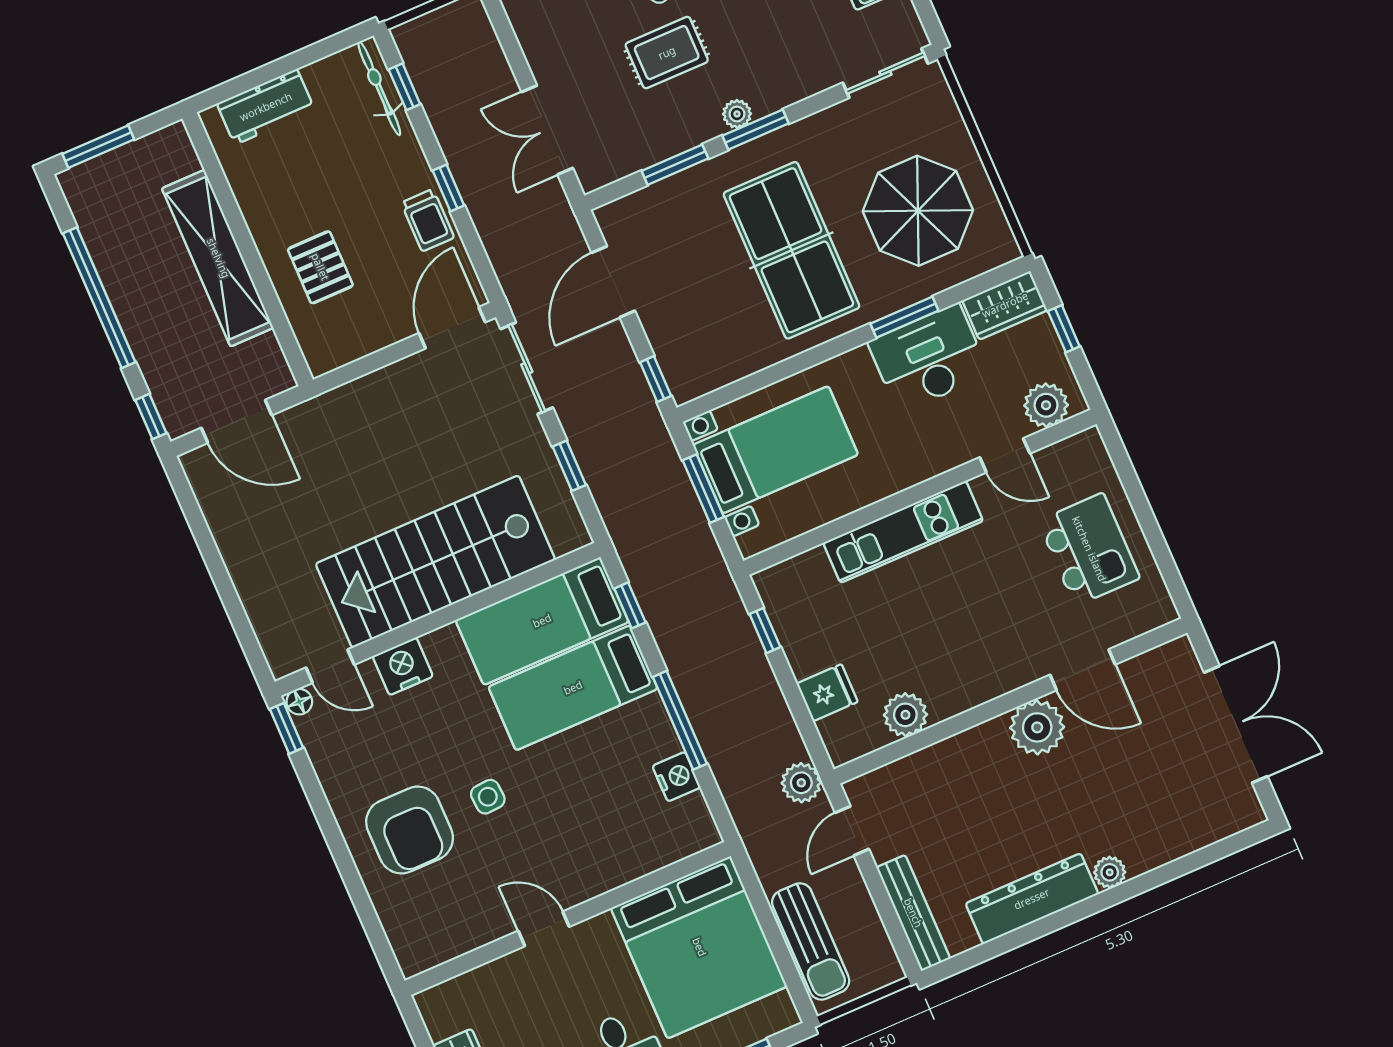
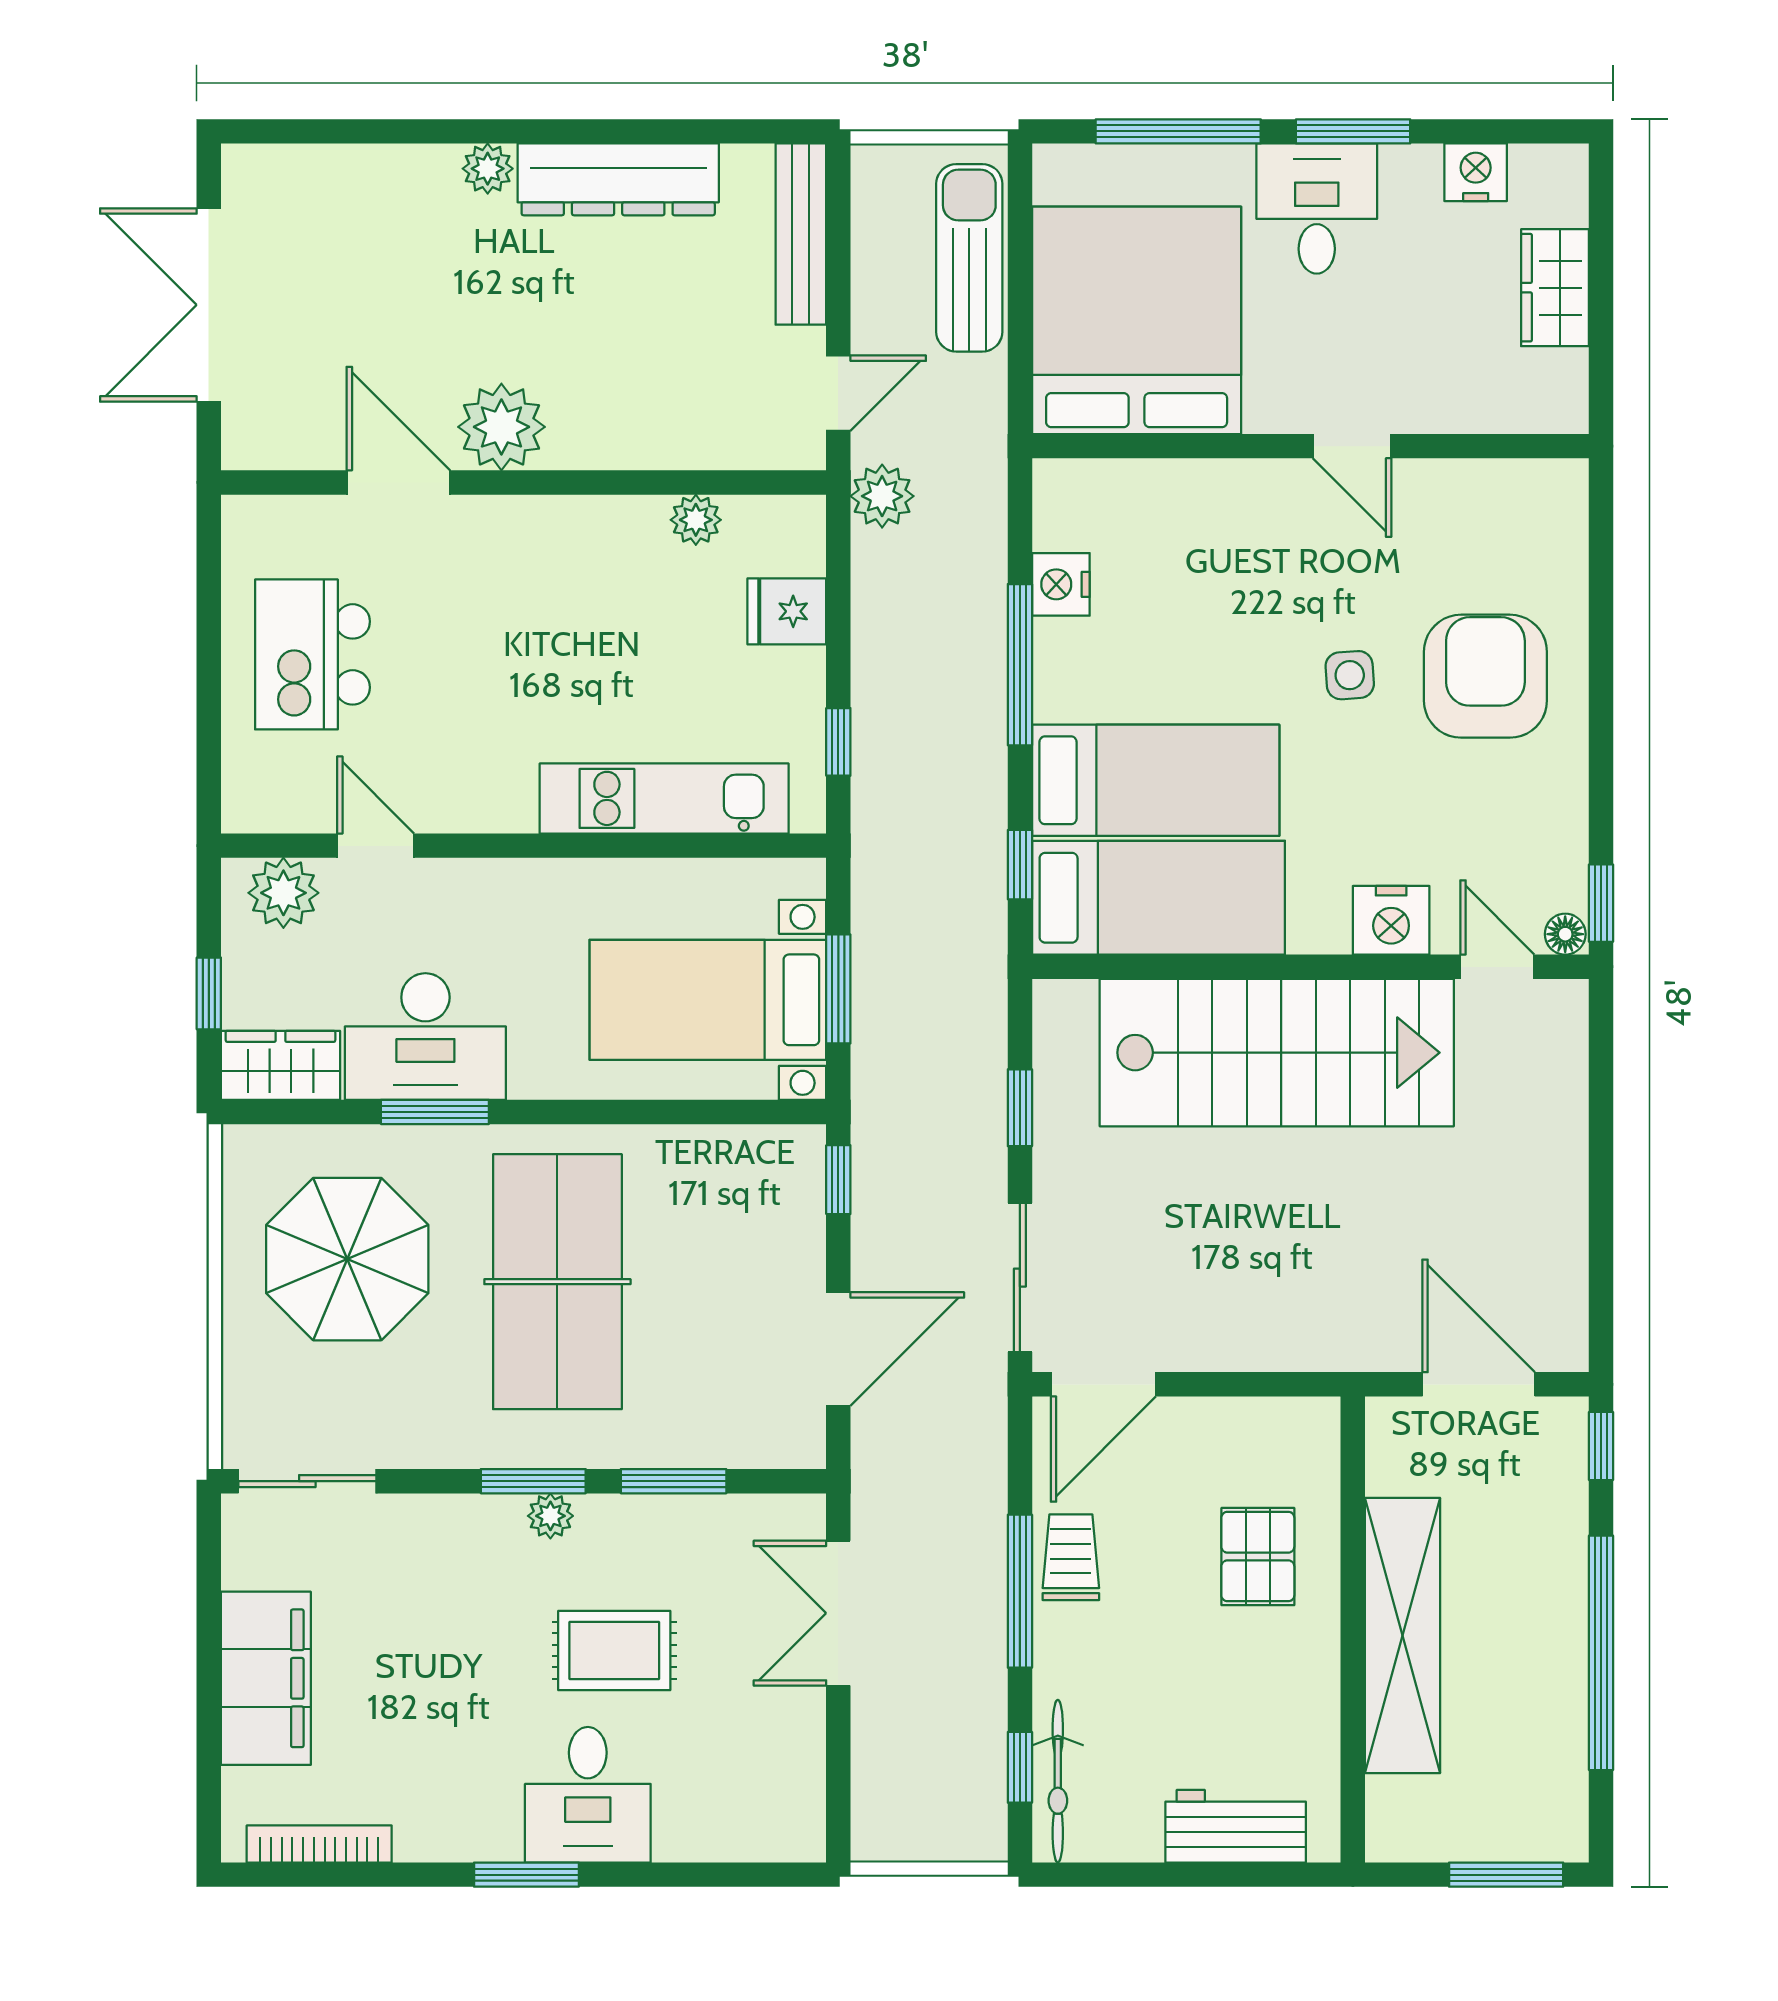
double door: (547, 130) -> (838, 1613), swing flipped
window: (448, 188) -> (1020, 1591), width x2.17
kitchen unit: (903, 532) -> (664, 798), moved
plant: (905, 715) -> (696, 520), width x0.73, depth x0.73

